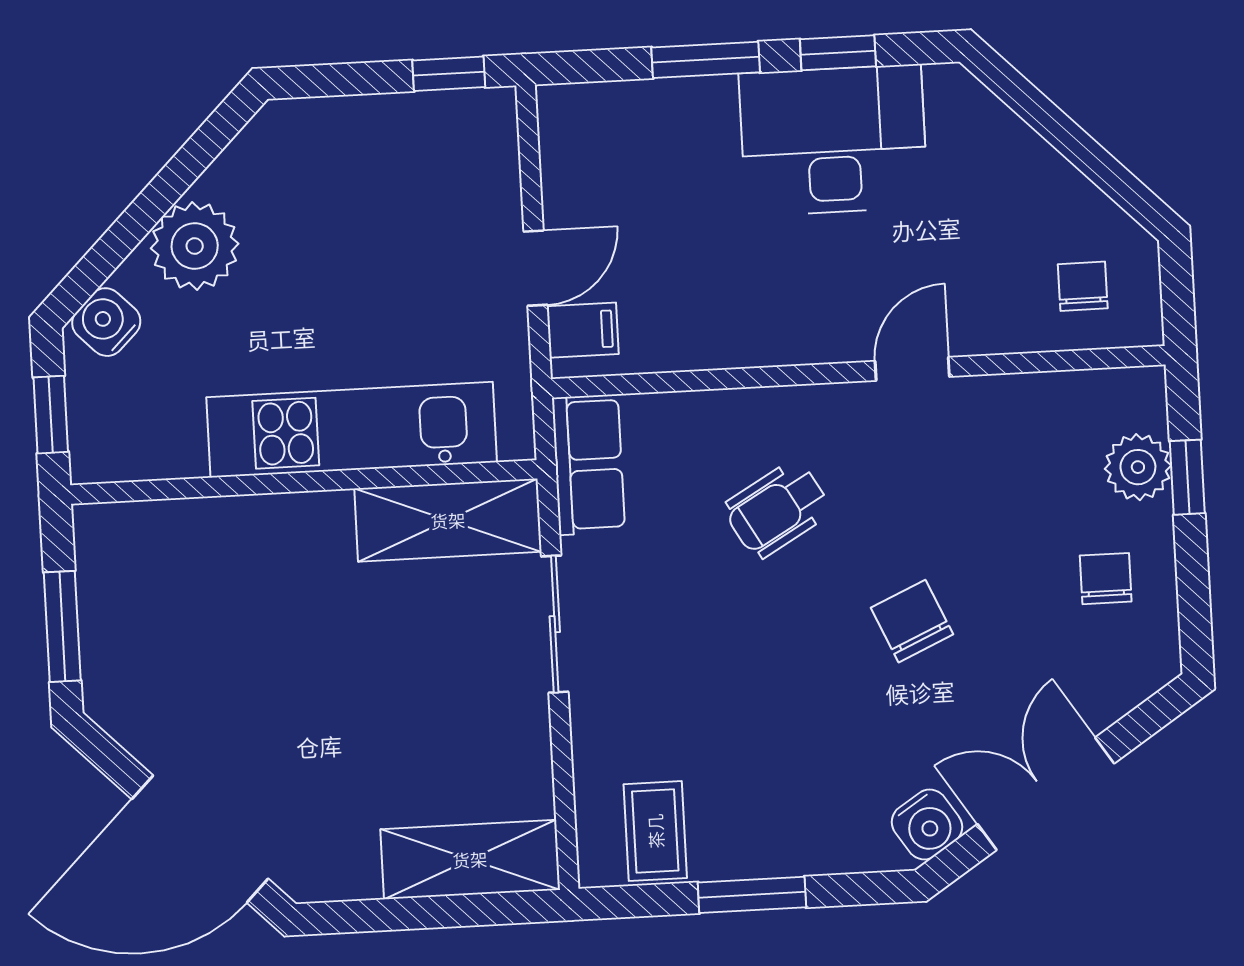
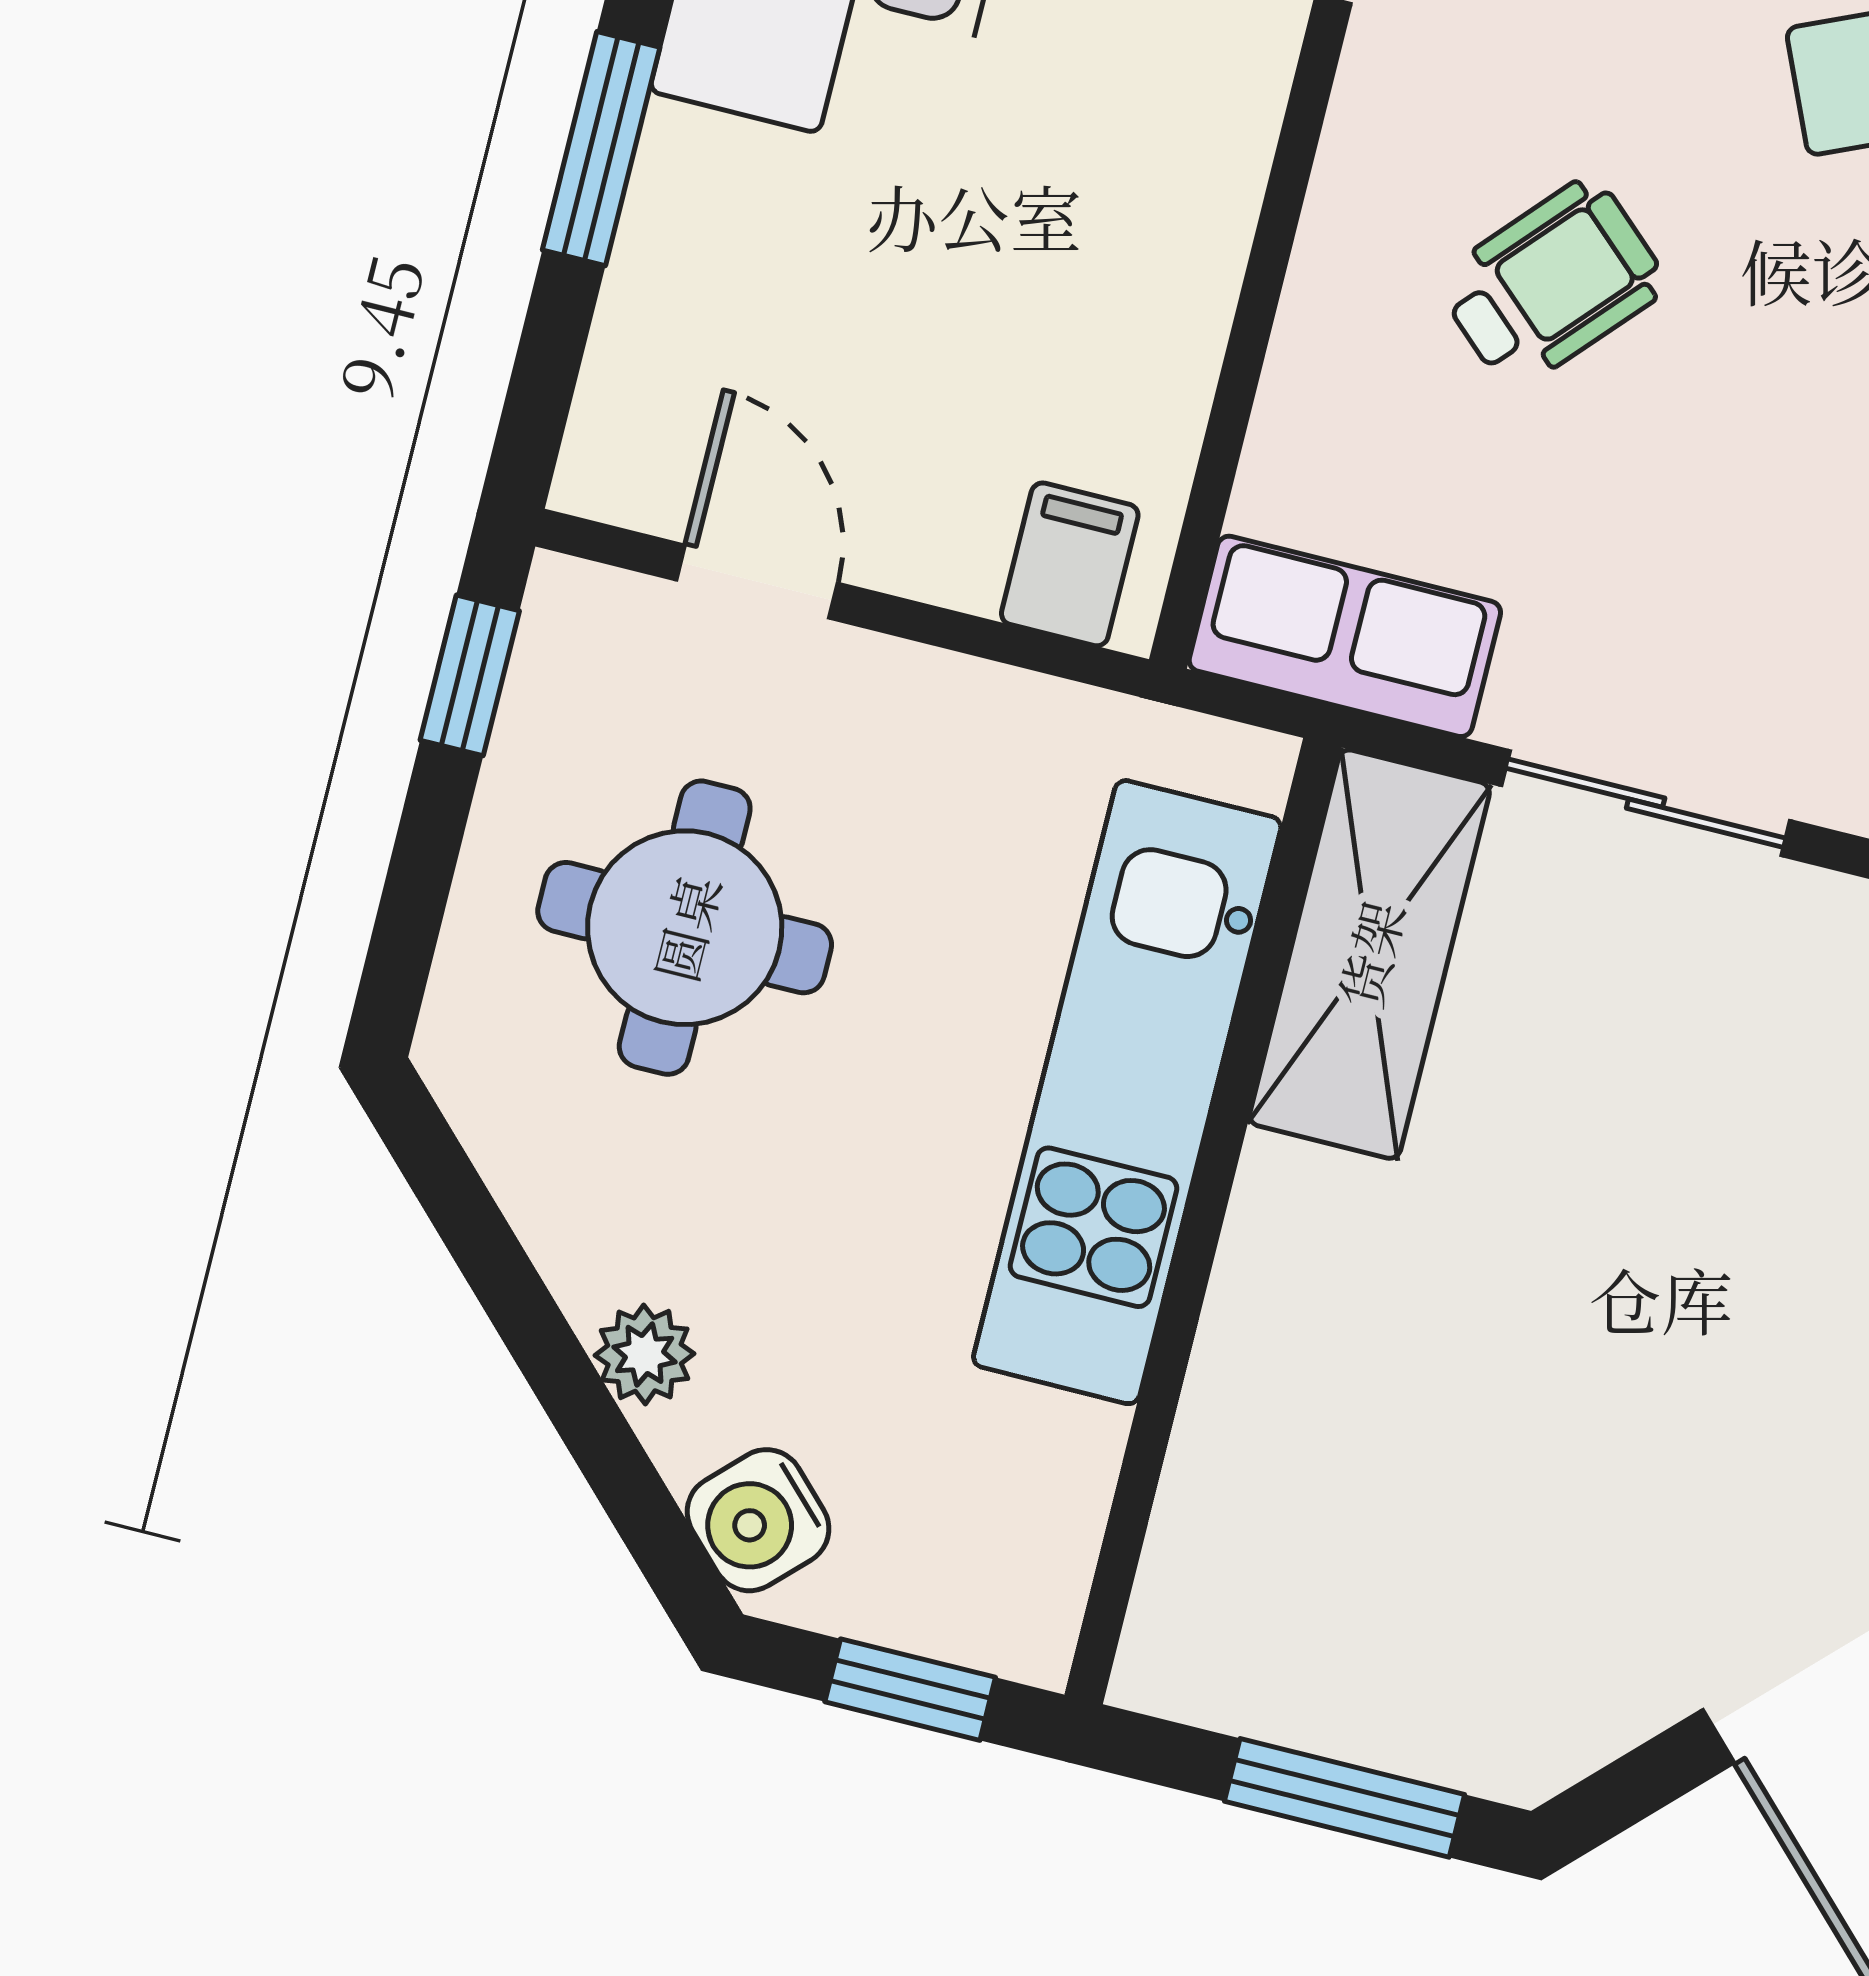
round table: (364, 206) -> (685, 928), added
plant: (195, 246) -> (645, 1354), width x0.53, depth x0.53
door: (536, 268) -> (757, 582), moved
wheelchair: (777, 509) -> (1552, 283), turned -108

